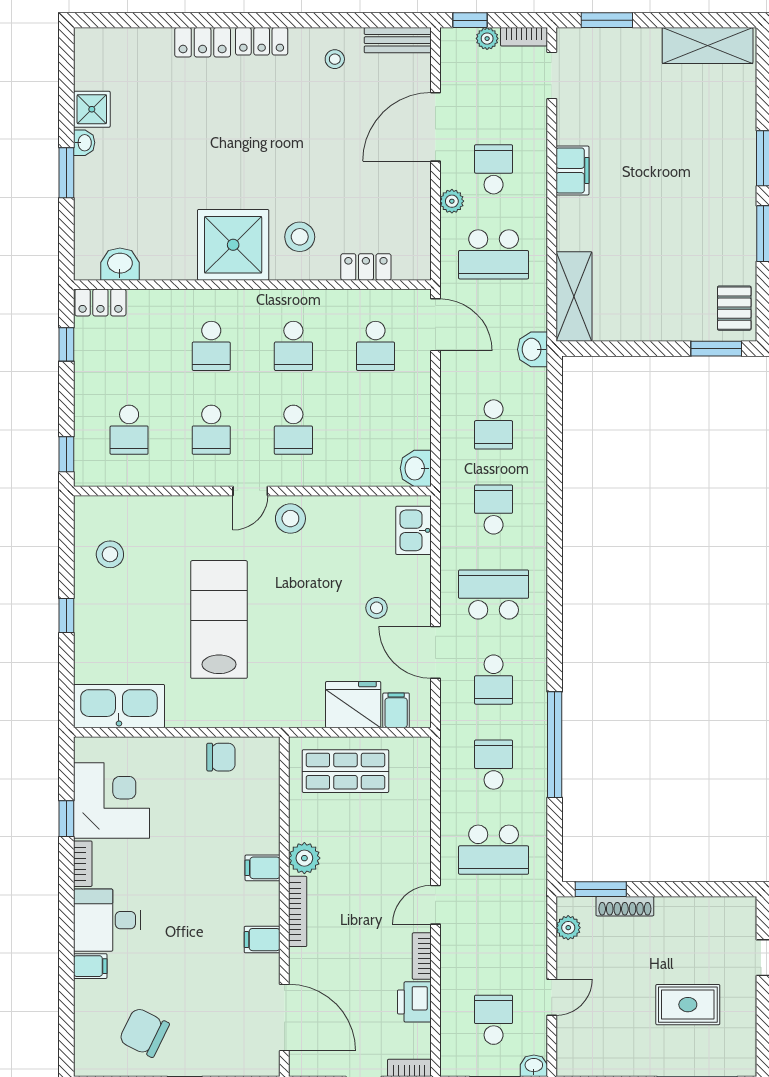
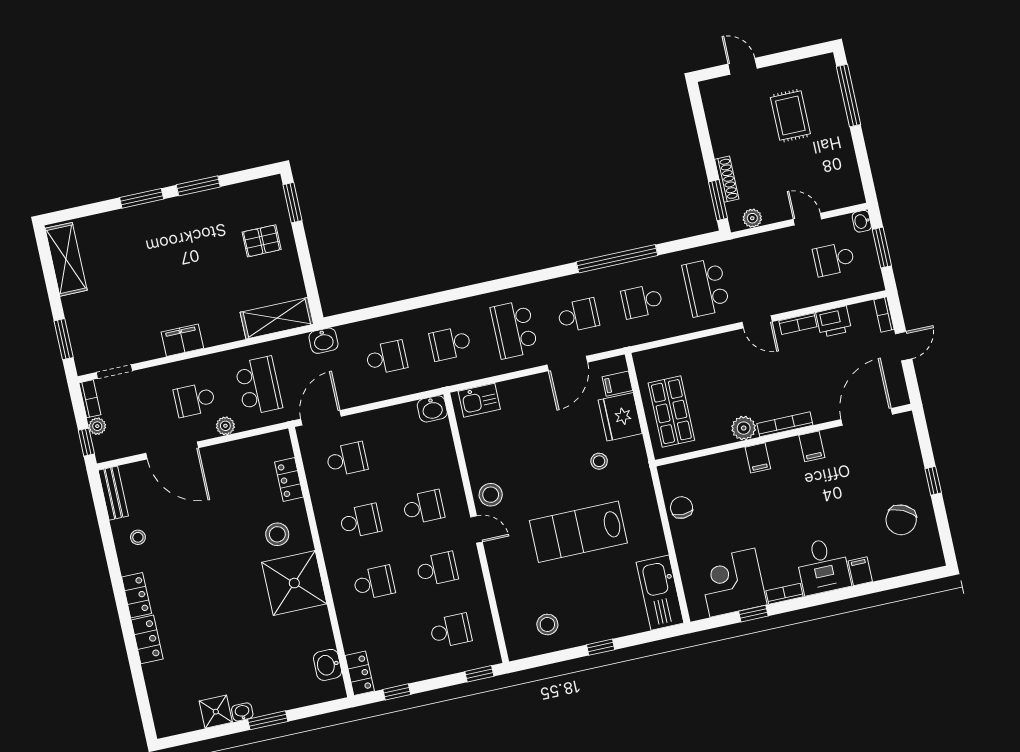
pallet: (734, 308) -> (262, 241), moved
stool: (377, 608) -> (599, 461), moved
school desk: (494, 850) -> (706, 287), turned 180

